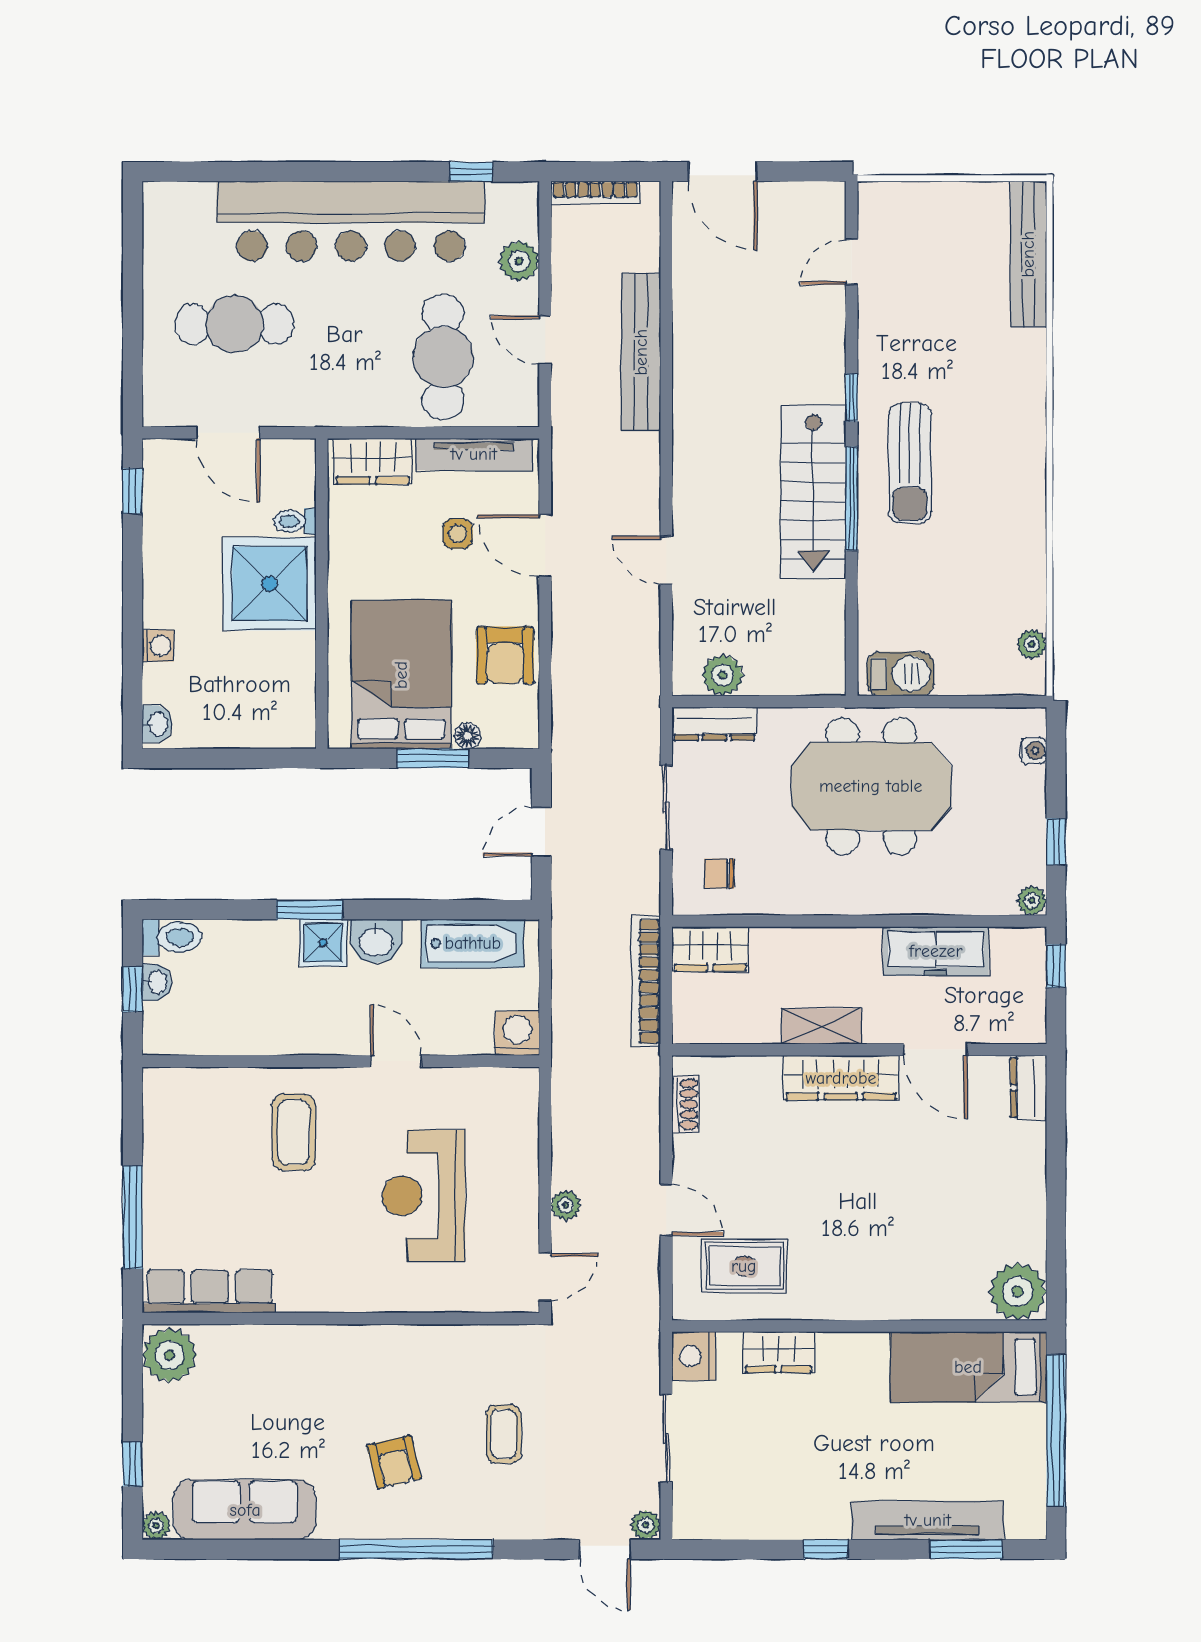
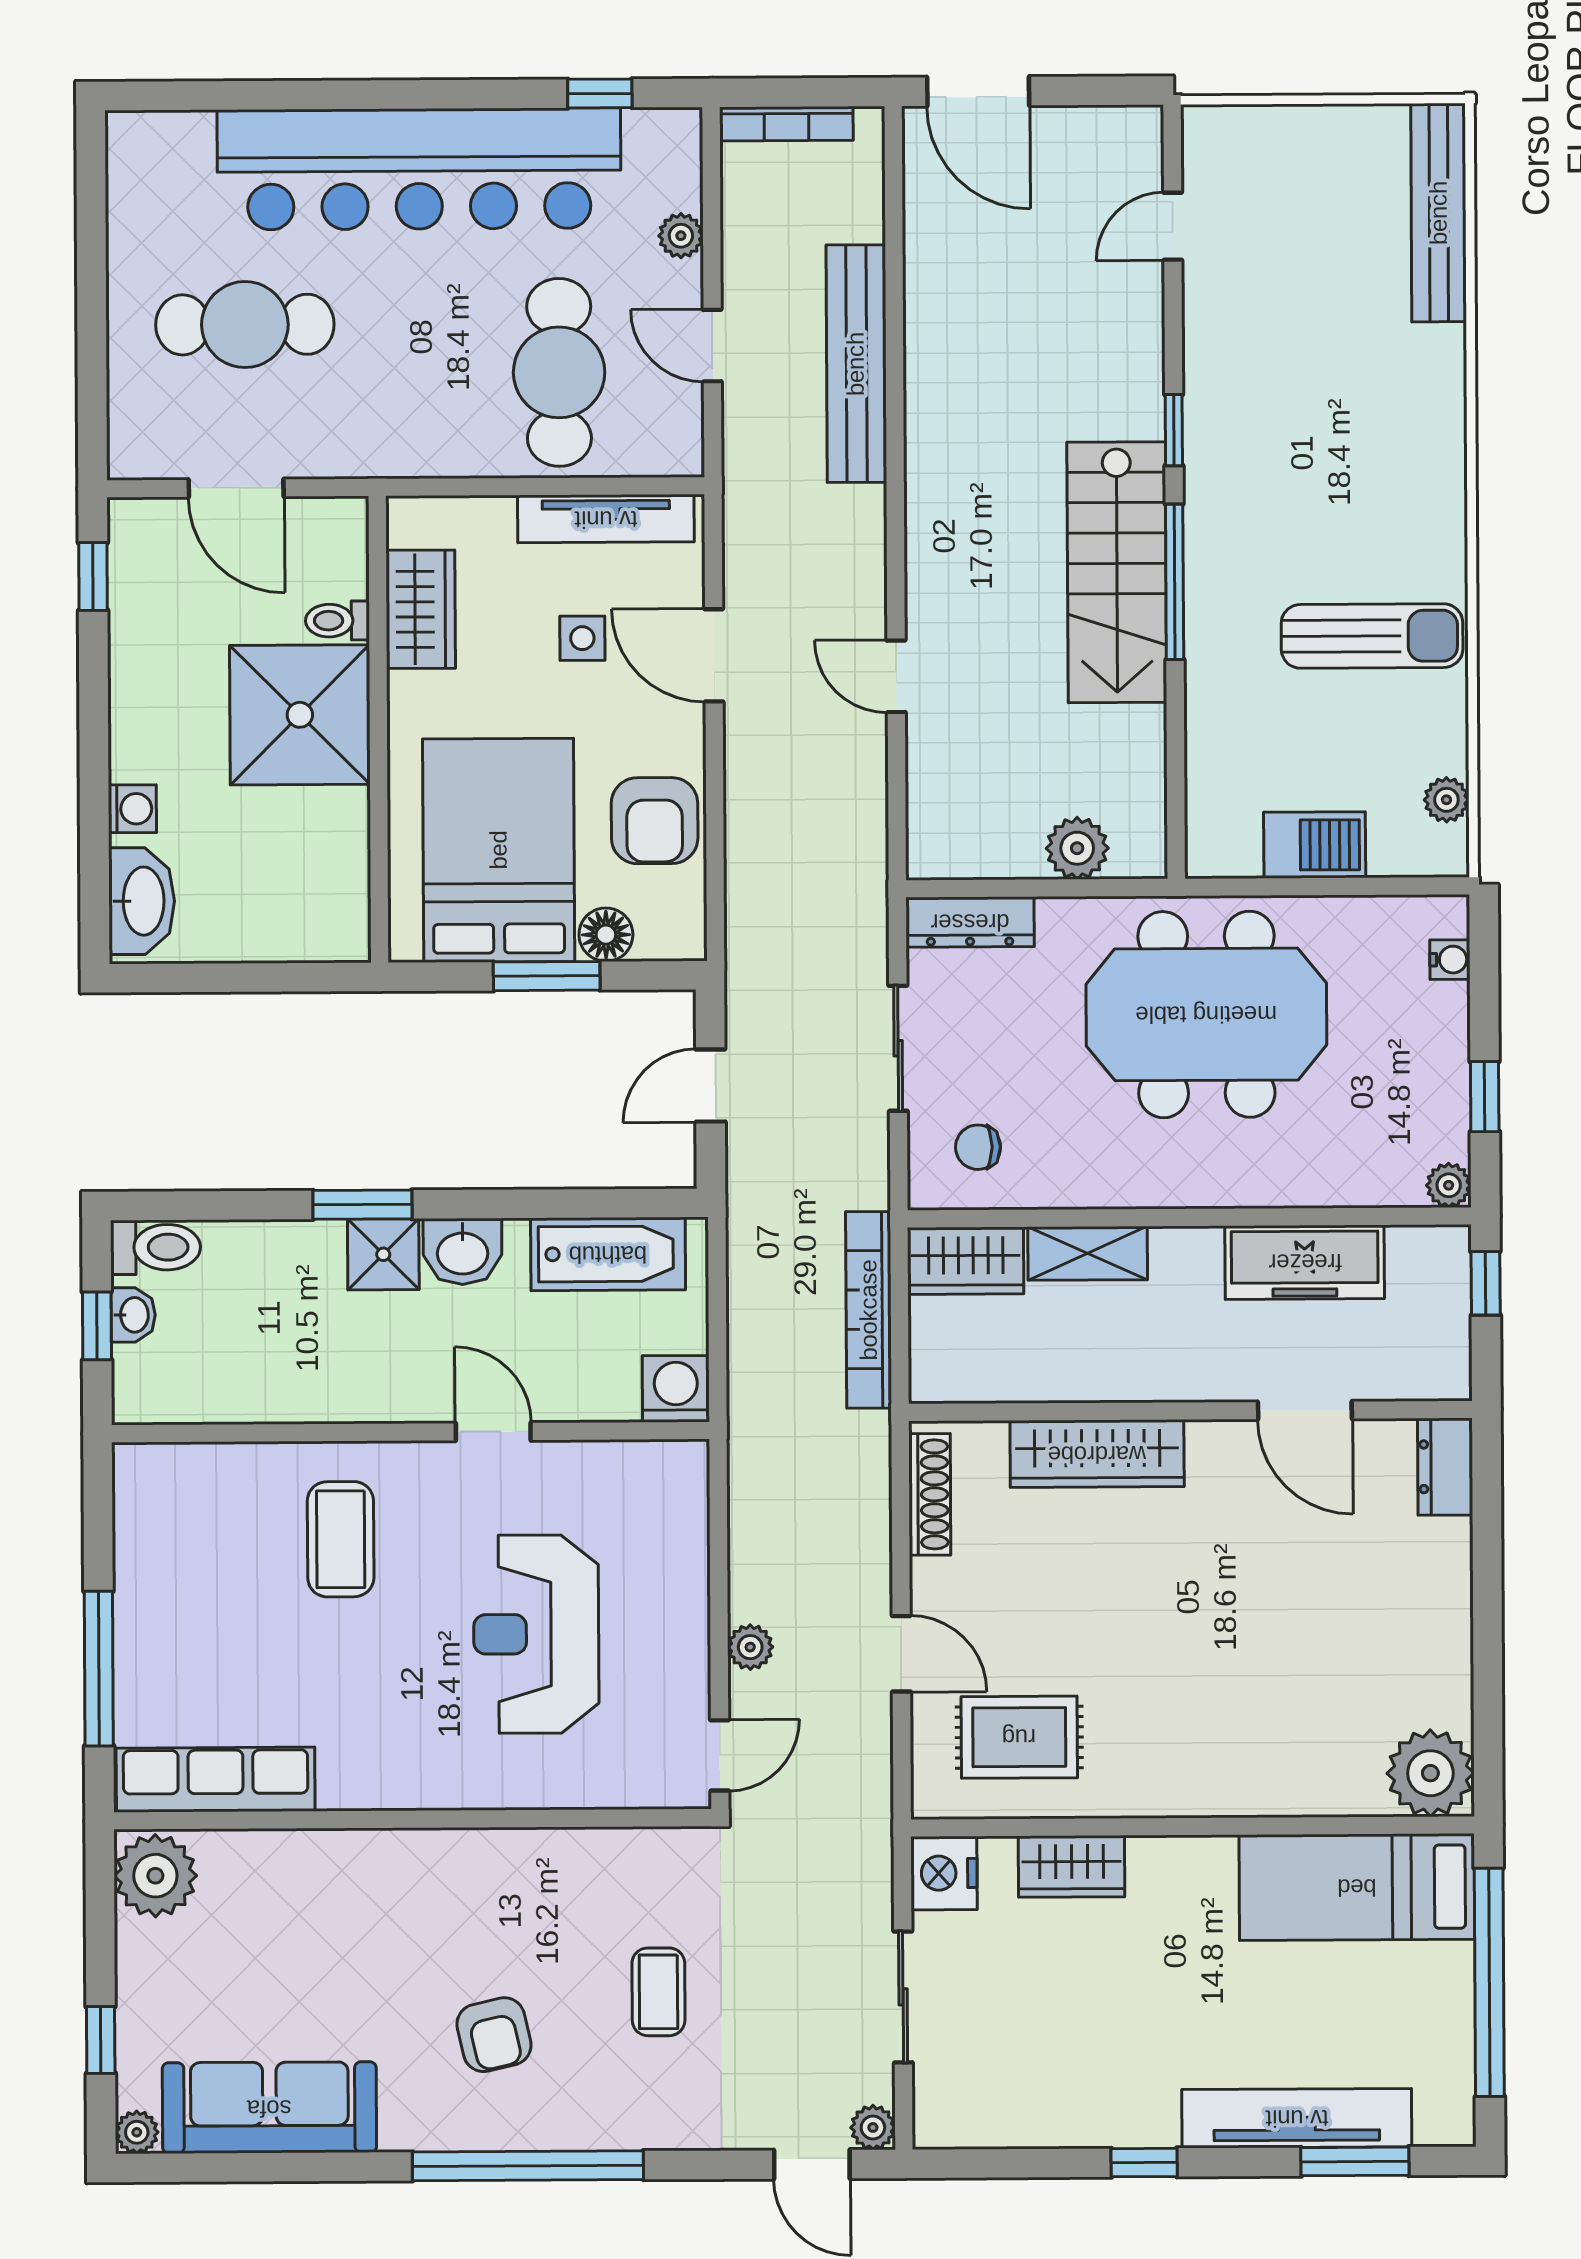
plant: (519, 261) -> (681, 236), width x0.73, depth x0.73
wardrobe: (373, 461) -> (421, 609), moved, turned -90
sun lounger: (910, 463) -> (1372, 636), moved, turned -90
barbecue: (900, 674) -> (1315, 845), moved
plant: (723, 675) -> (1077, 848), moved
washbasin: (157, 724) -> (142, 901), width x1.91, depth x1.45
floor lamp: (467, 736) -> (606, 935), width x1.37, depth x1.37
shelving: (821, 1026) -> (1088, 1253), moved
wardrobe: (841, 1078) -> (1097, 1454), moved
shoe rack: (686, 1104) -> (930, 1494), width x1.43

